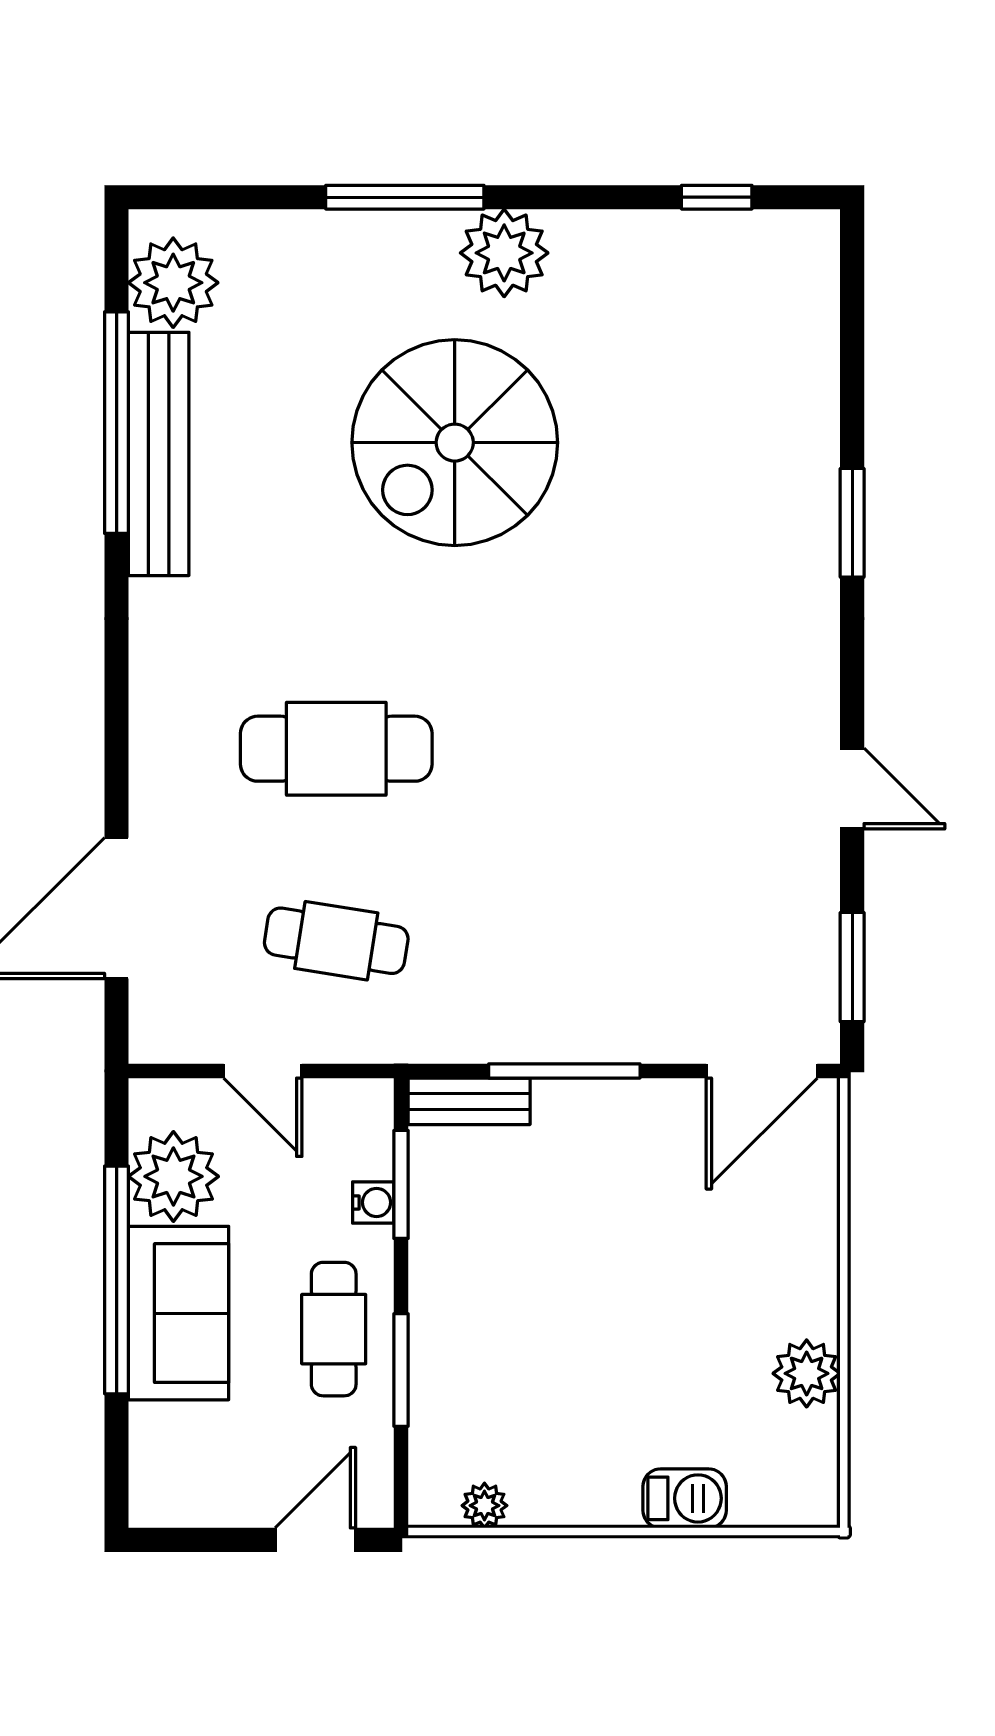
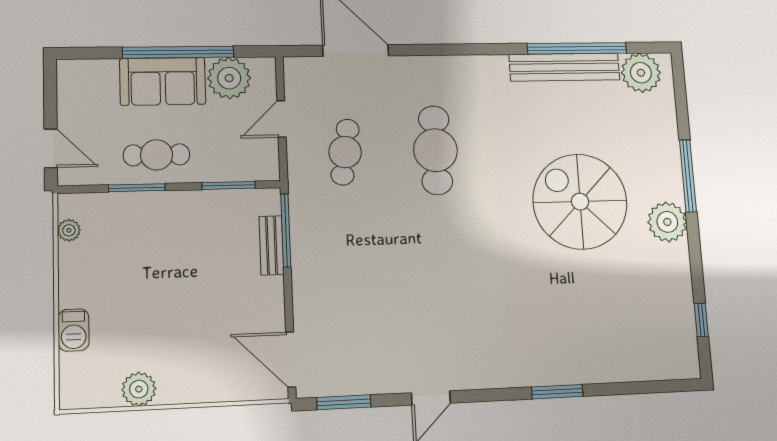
window: (564, 1071) -> (286, 230), moved
bench: (469, 1101) -> (271, 245), moved
water cooler: (373, 1202) -> (219, 172), removed

